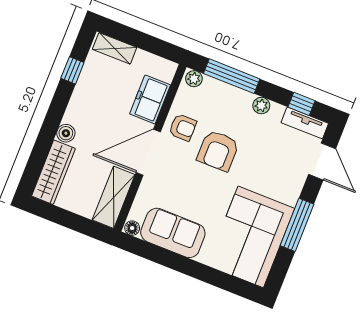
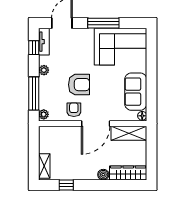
freezer: (150, 99) -> (65, 135), removed
door: (148, 152) -> (96, 124), hinge flipped

